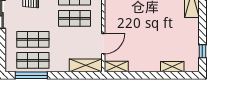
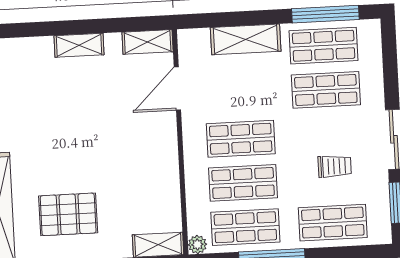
shelving: (86, 65) -> (246, 39), moved
shelving: (172, 67) -> (79, 45), moved

